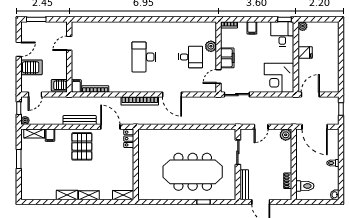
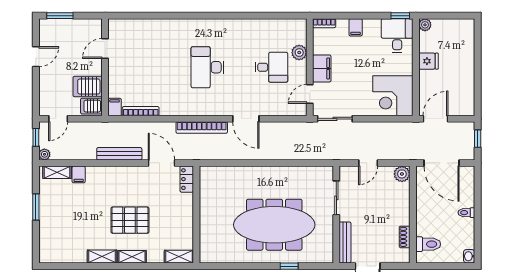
server rack: (31, 67) -> (88, 87), moved, turned 180
pallet: (82, 146) -> (130, 220), moved, turned 90

